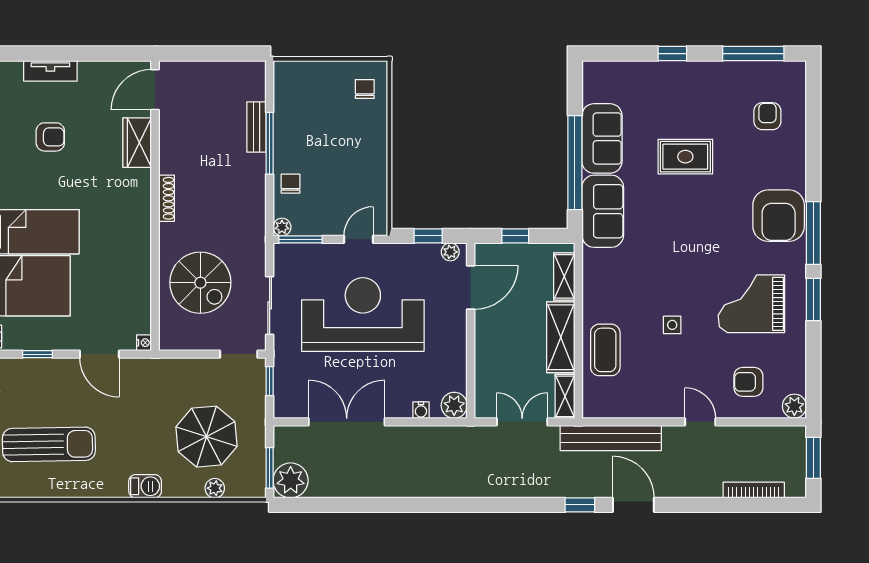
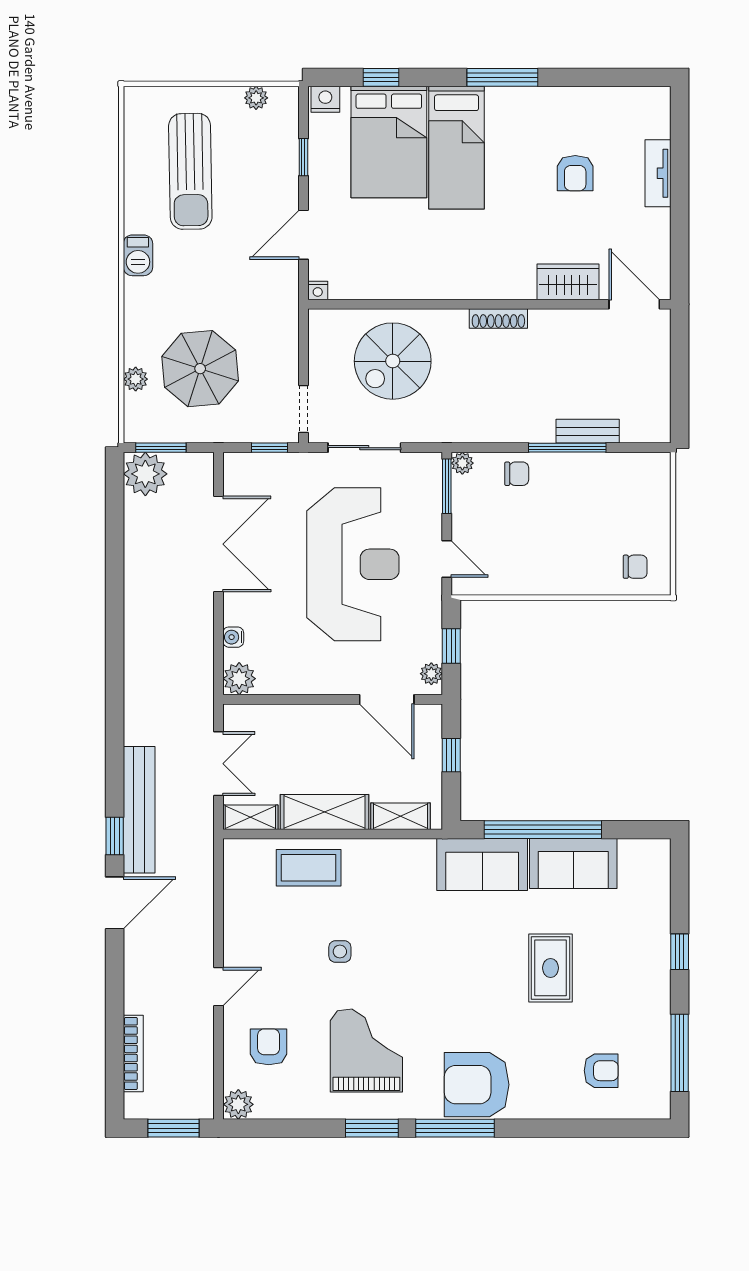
bench: (611, 438) -> (139, 810), moved
barbecue: (145, 486) -> (138, 255), moved

